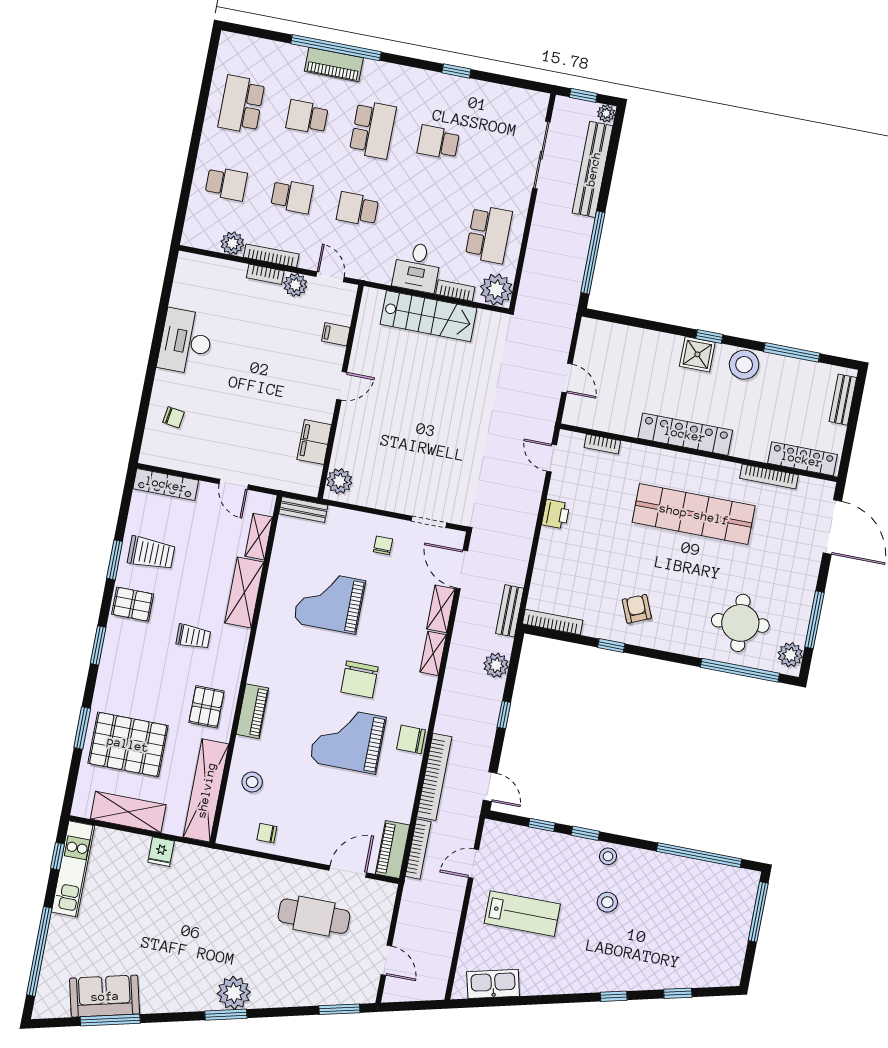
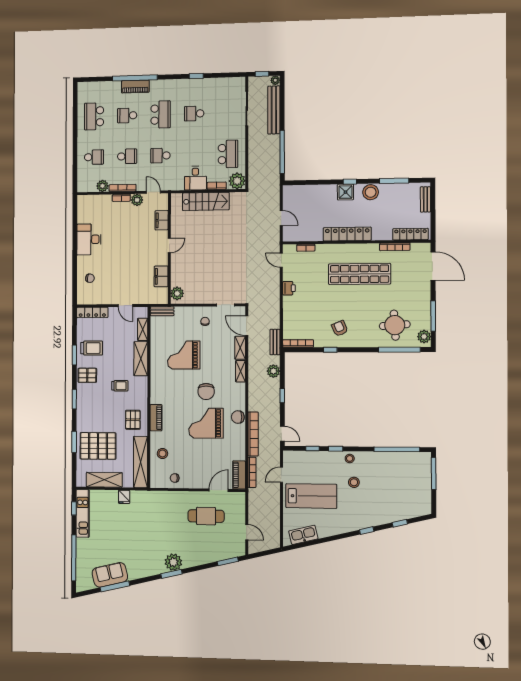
filing cabinet: (336, 334) -> (162, 220), width x2.00
lab bench: (522, 914) -> (311, 496), width x1.36, depth x1.39

